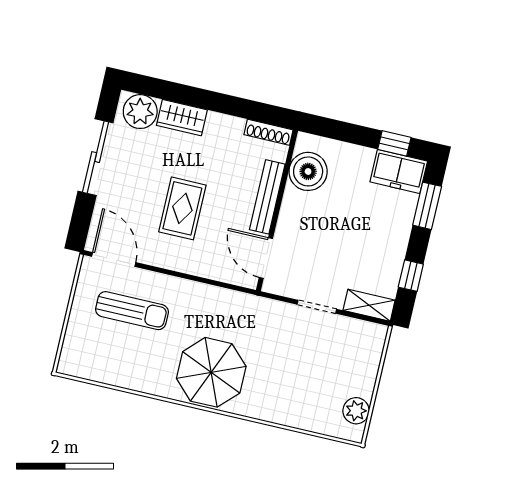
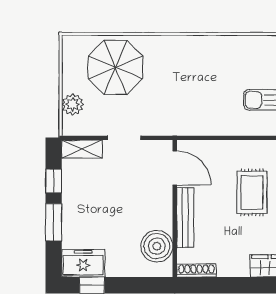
window: (427, 206) -> (54, 222), moved
parasol: (211, 372) -> (115, 67), moved
plant: (356, 411) -> (73, 104), moved

